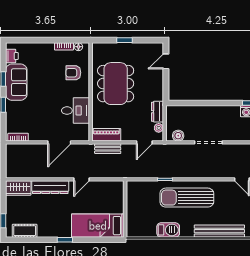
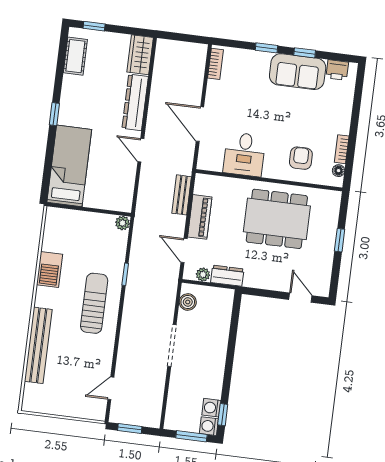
piano: (106, 135) -> (200, 217), moved
plant: (131, 185) -> (122, 223), added
sun lounger: (187, 198) -> (94, 303), width x0.73, depth x0.75

